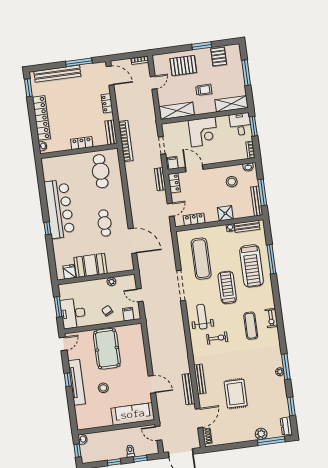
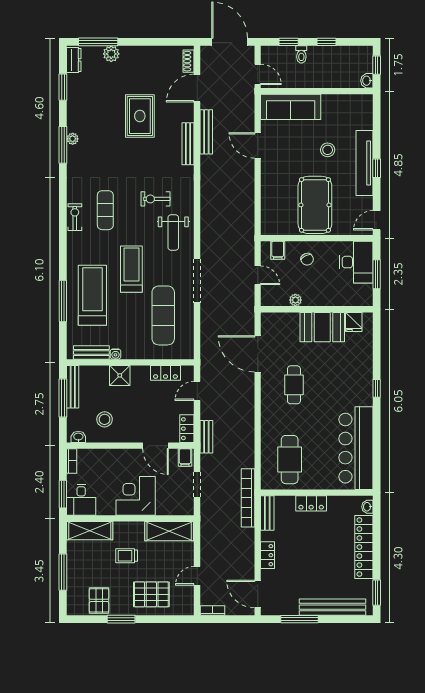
bar counter: (59, 209) -> (356, 448), moved
treadmill: (227, 287) -> (131, 269), turned 180

